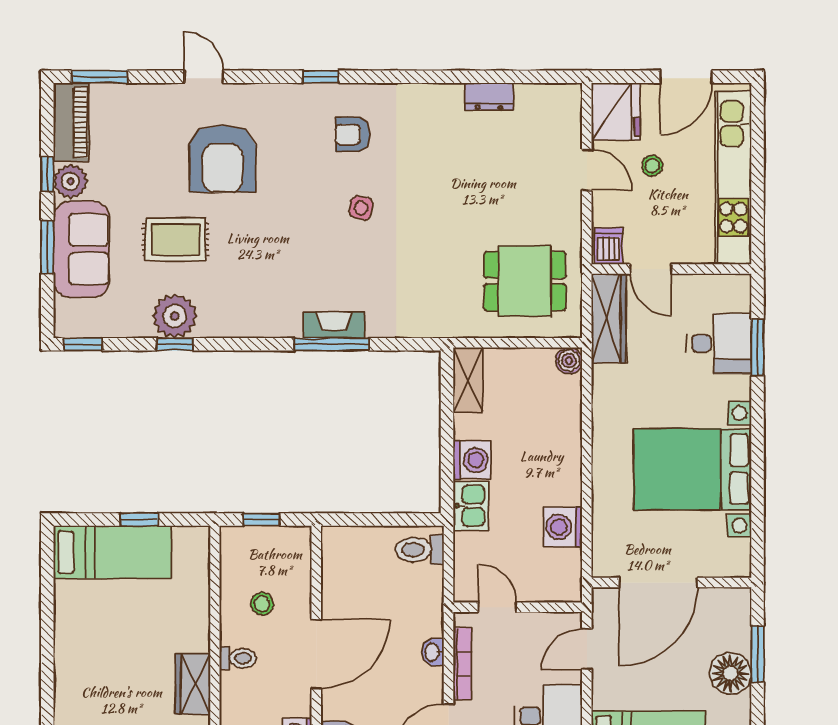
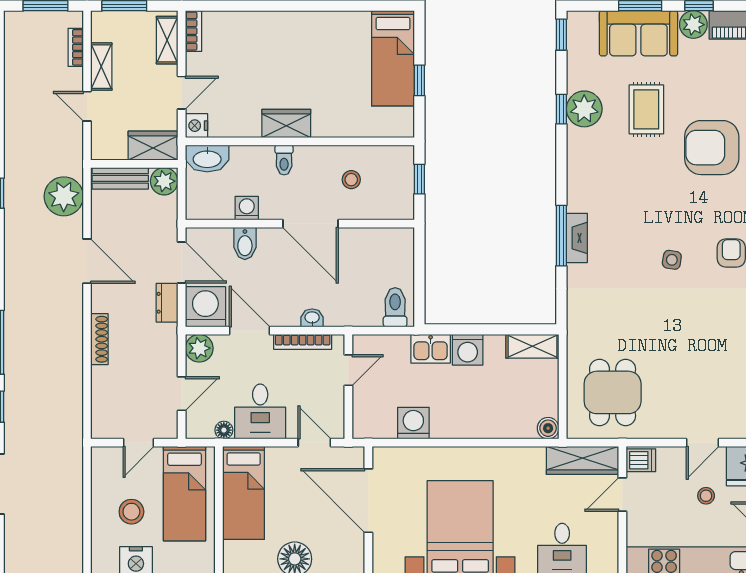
toilet: (238, 658) -> (284, 160), moved

